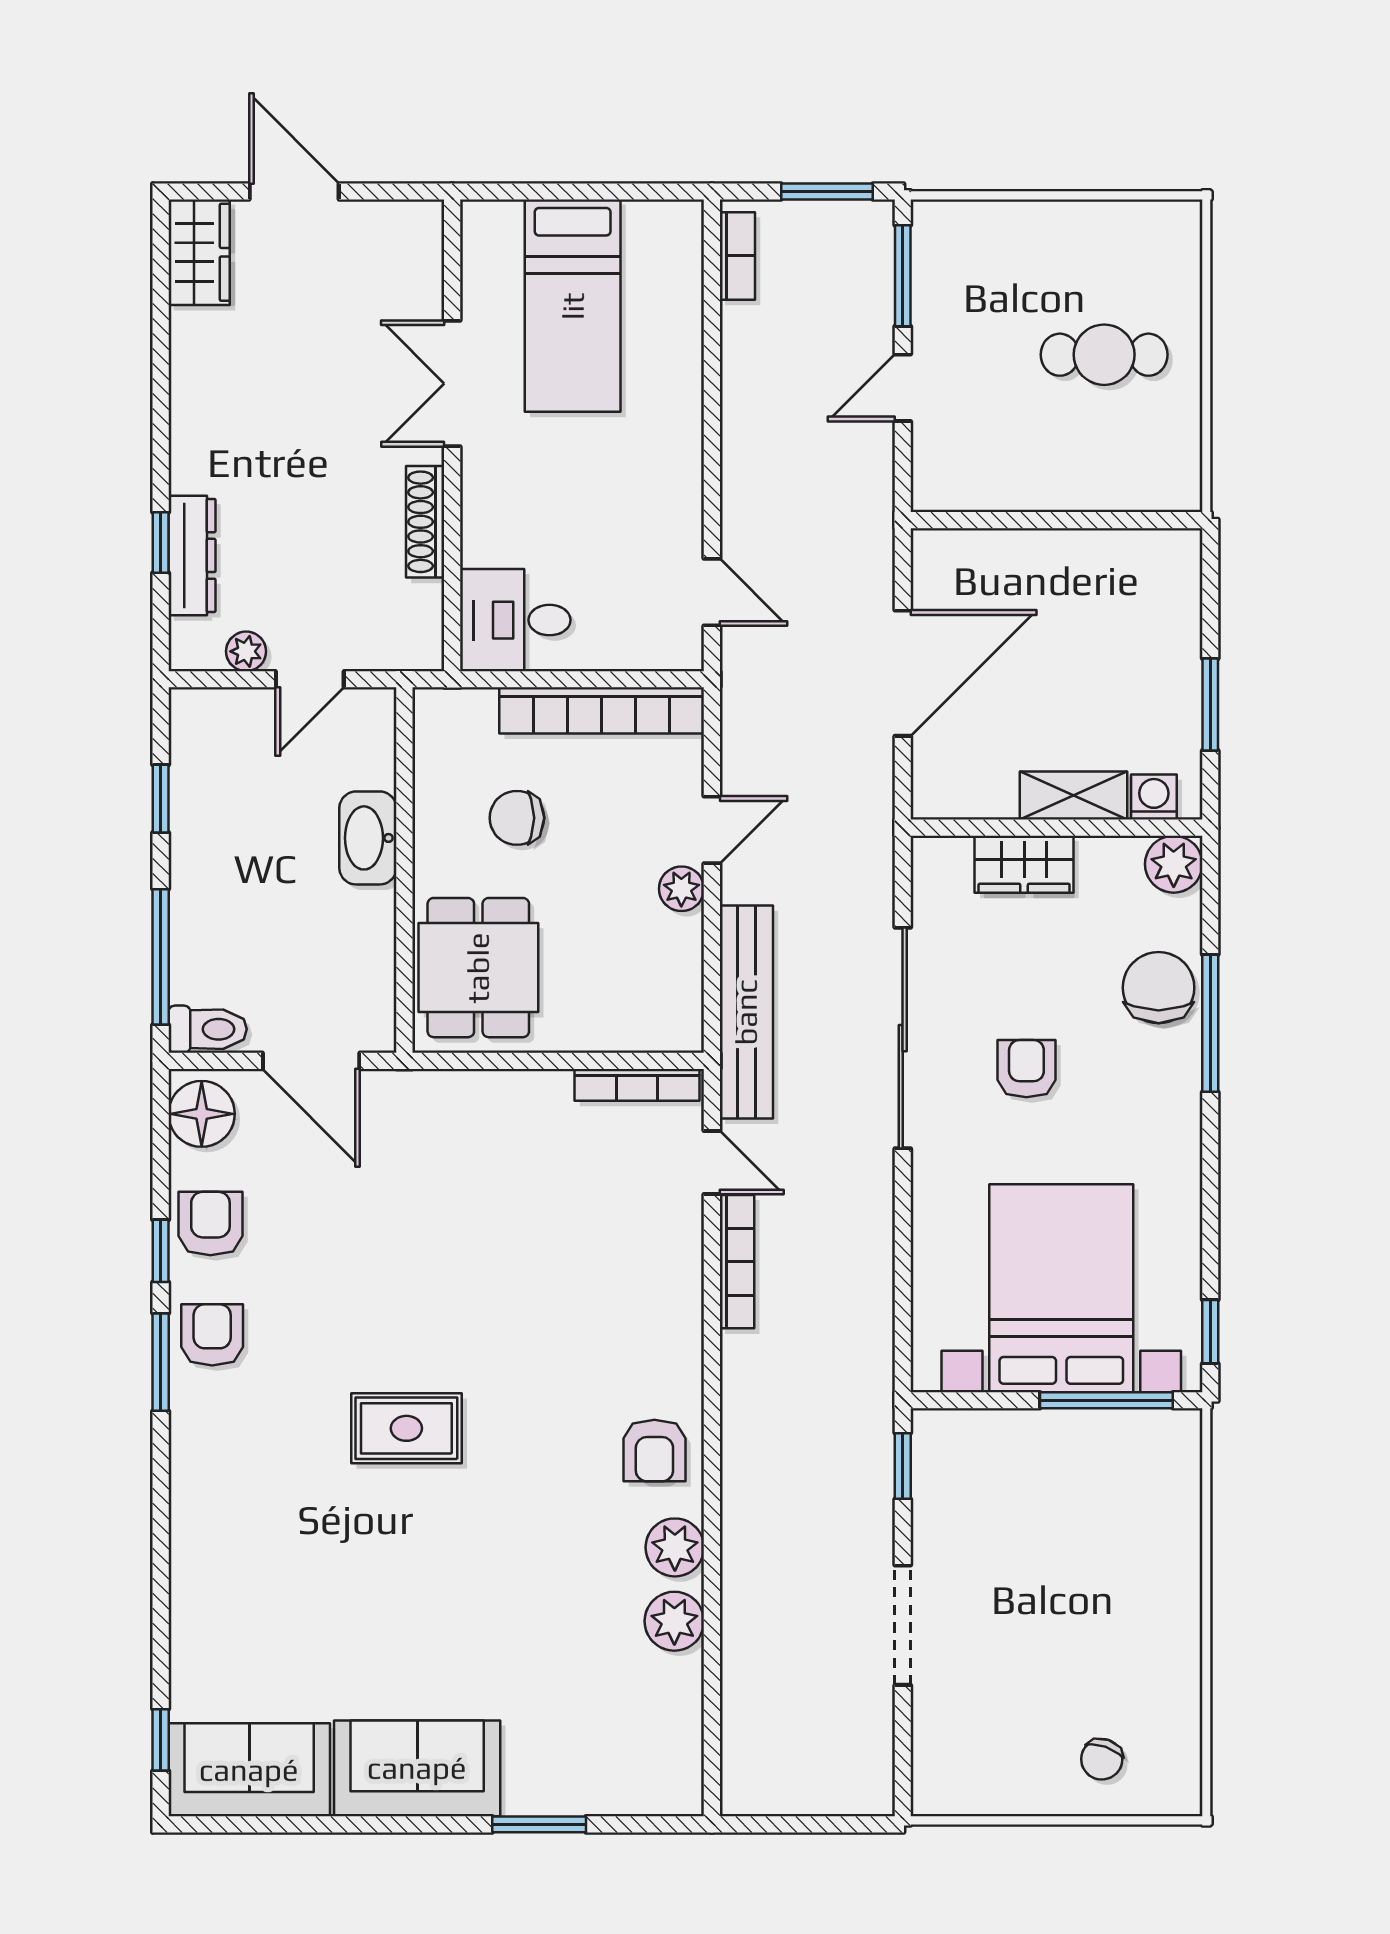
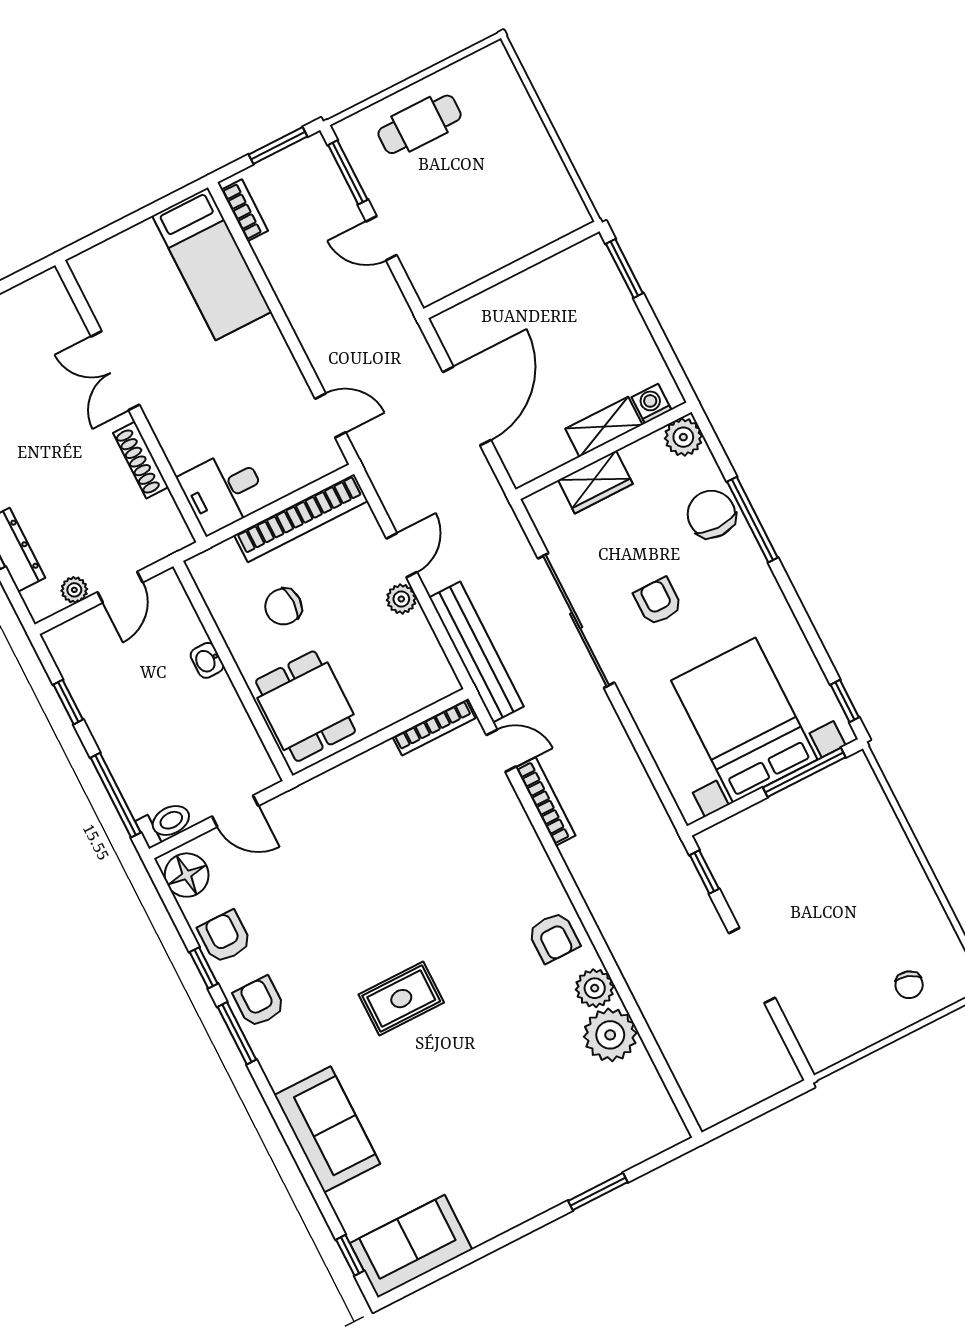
bed: (573, 306) -> (212, 264), moved
cafe table: (1104, 355) -> (420, 124), moved
door: (903, 388) -> (381, 238), hinge flipped
window: (1210, 705) -> (624, 268), moved
washbasin: (368, 838) -> (207, 660), width x0.52, depth x0.69
door: (311, 1061) -> (235, 811), width x0.73
plant: (674, 1621) -> (610, 1035), width x1.36, depth x1.36
sofa: (417, 1768) -> (327, 1129), moved, turned 90

